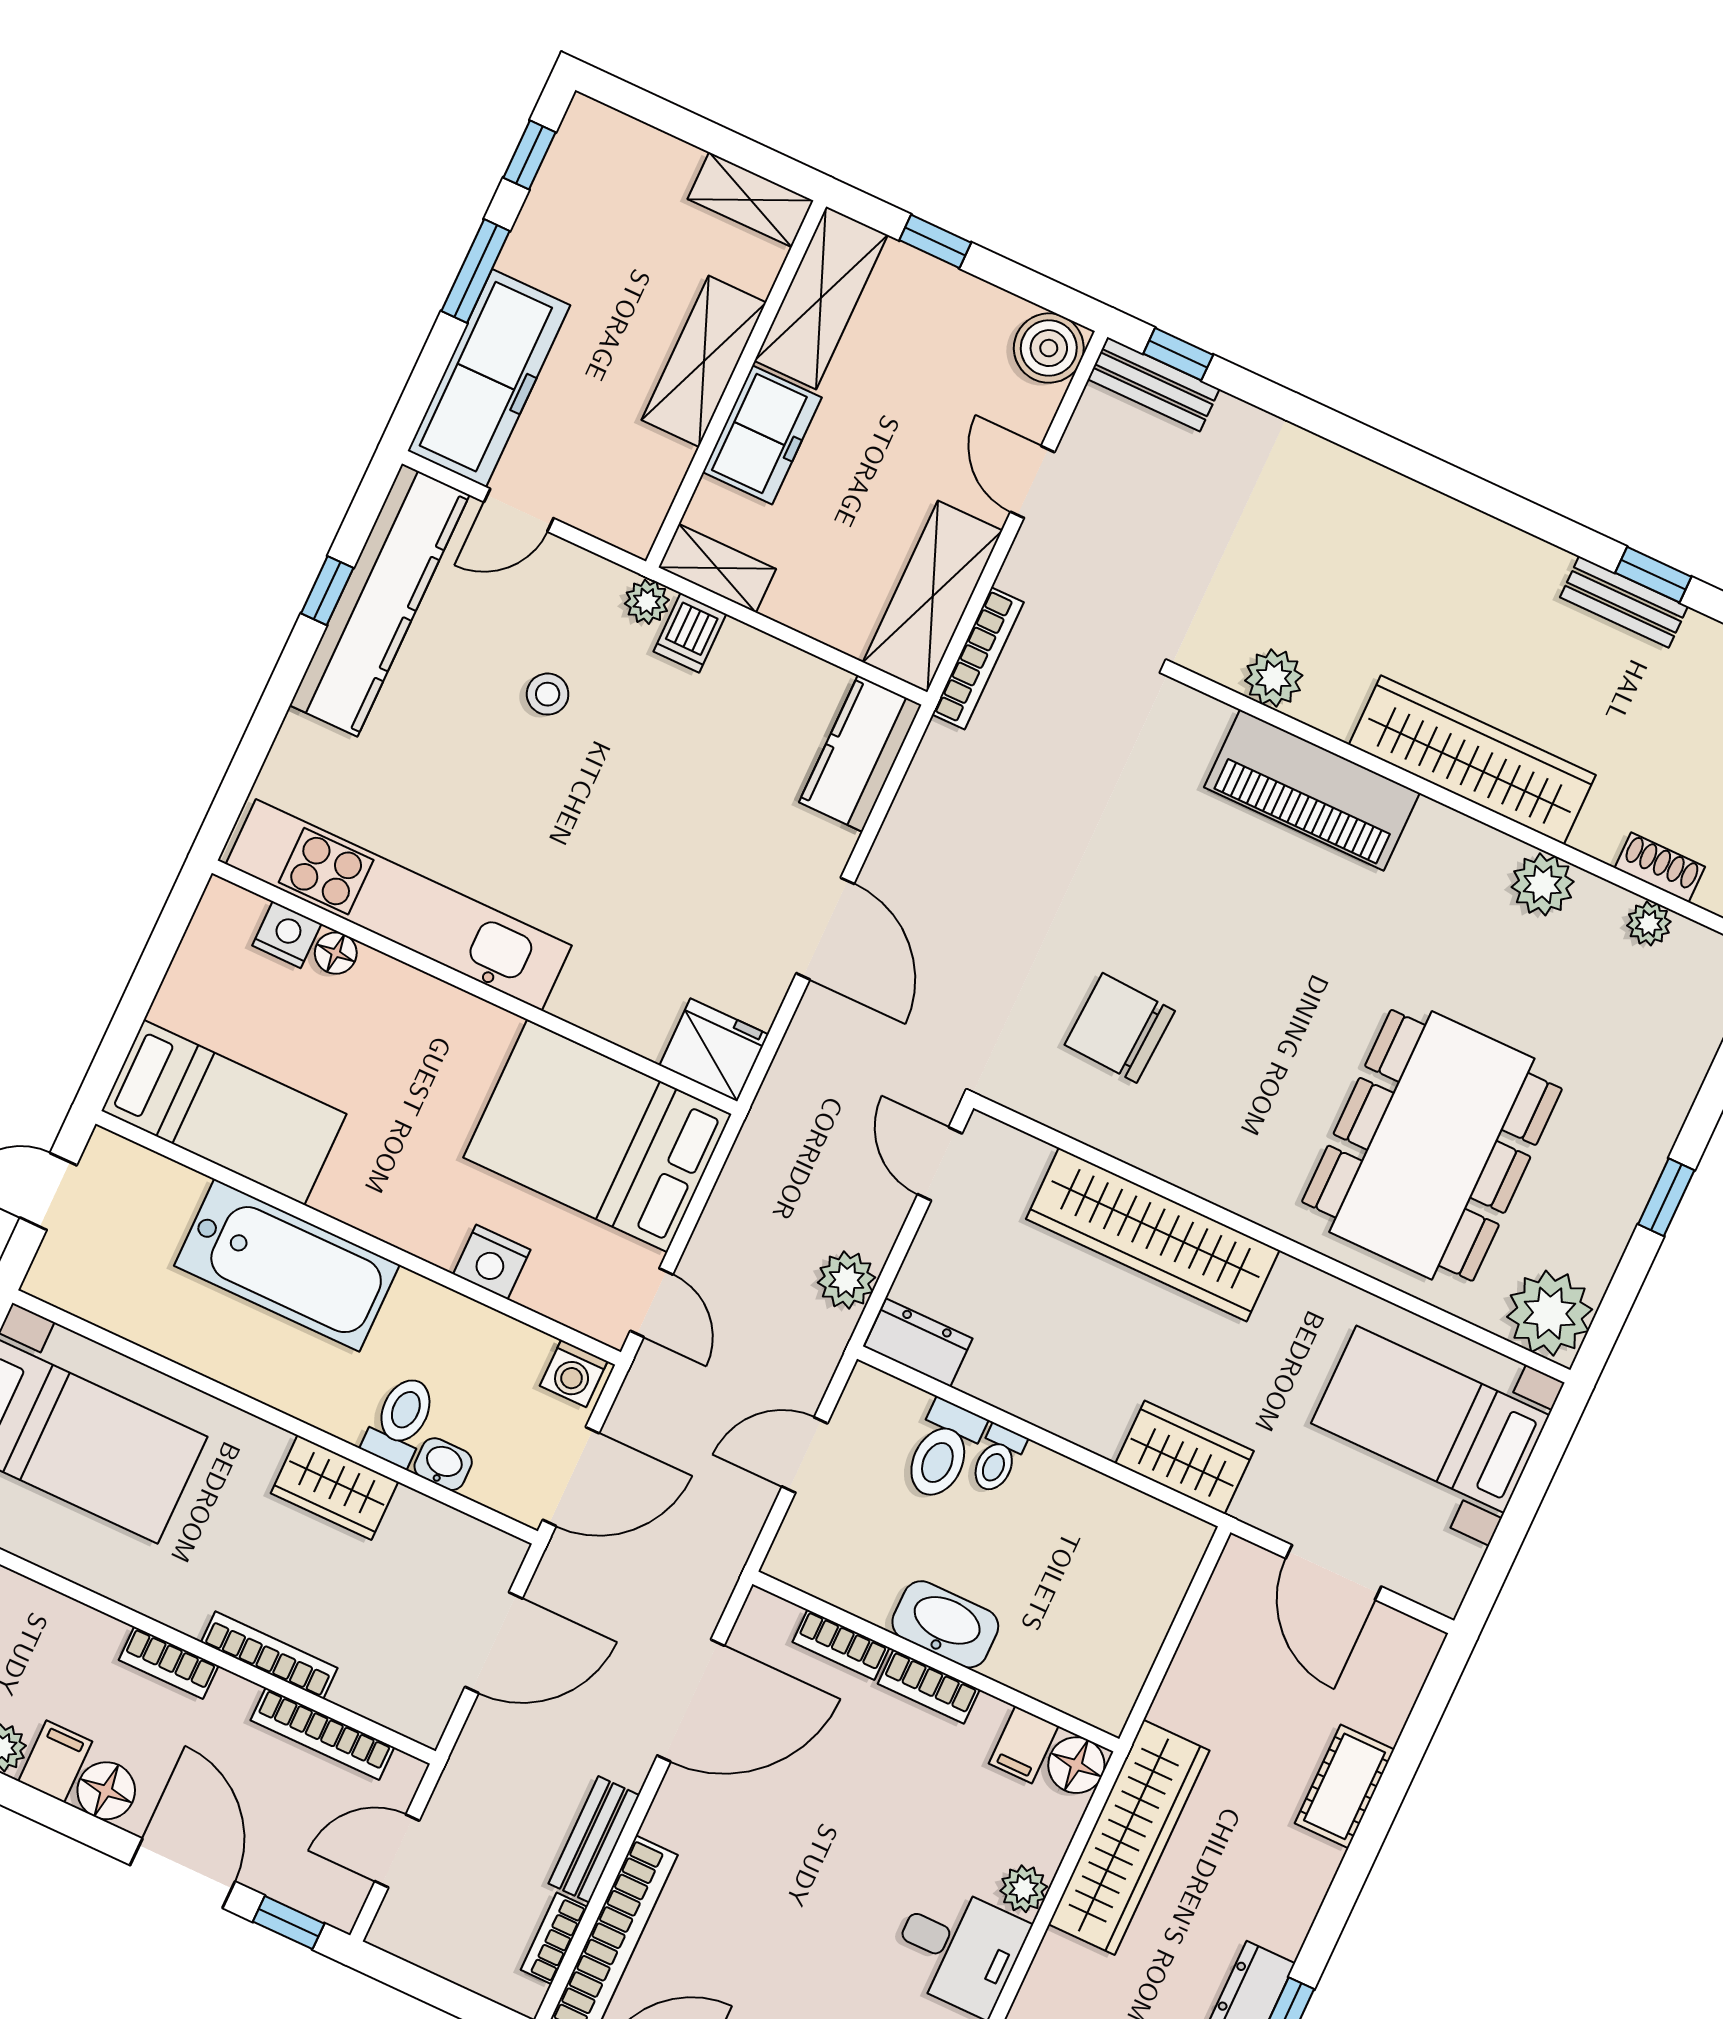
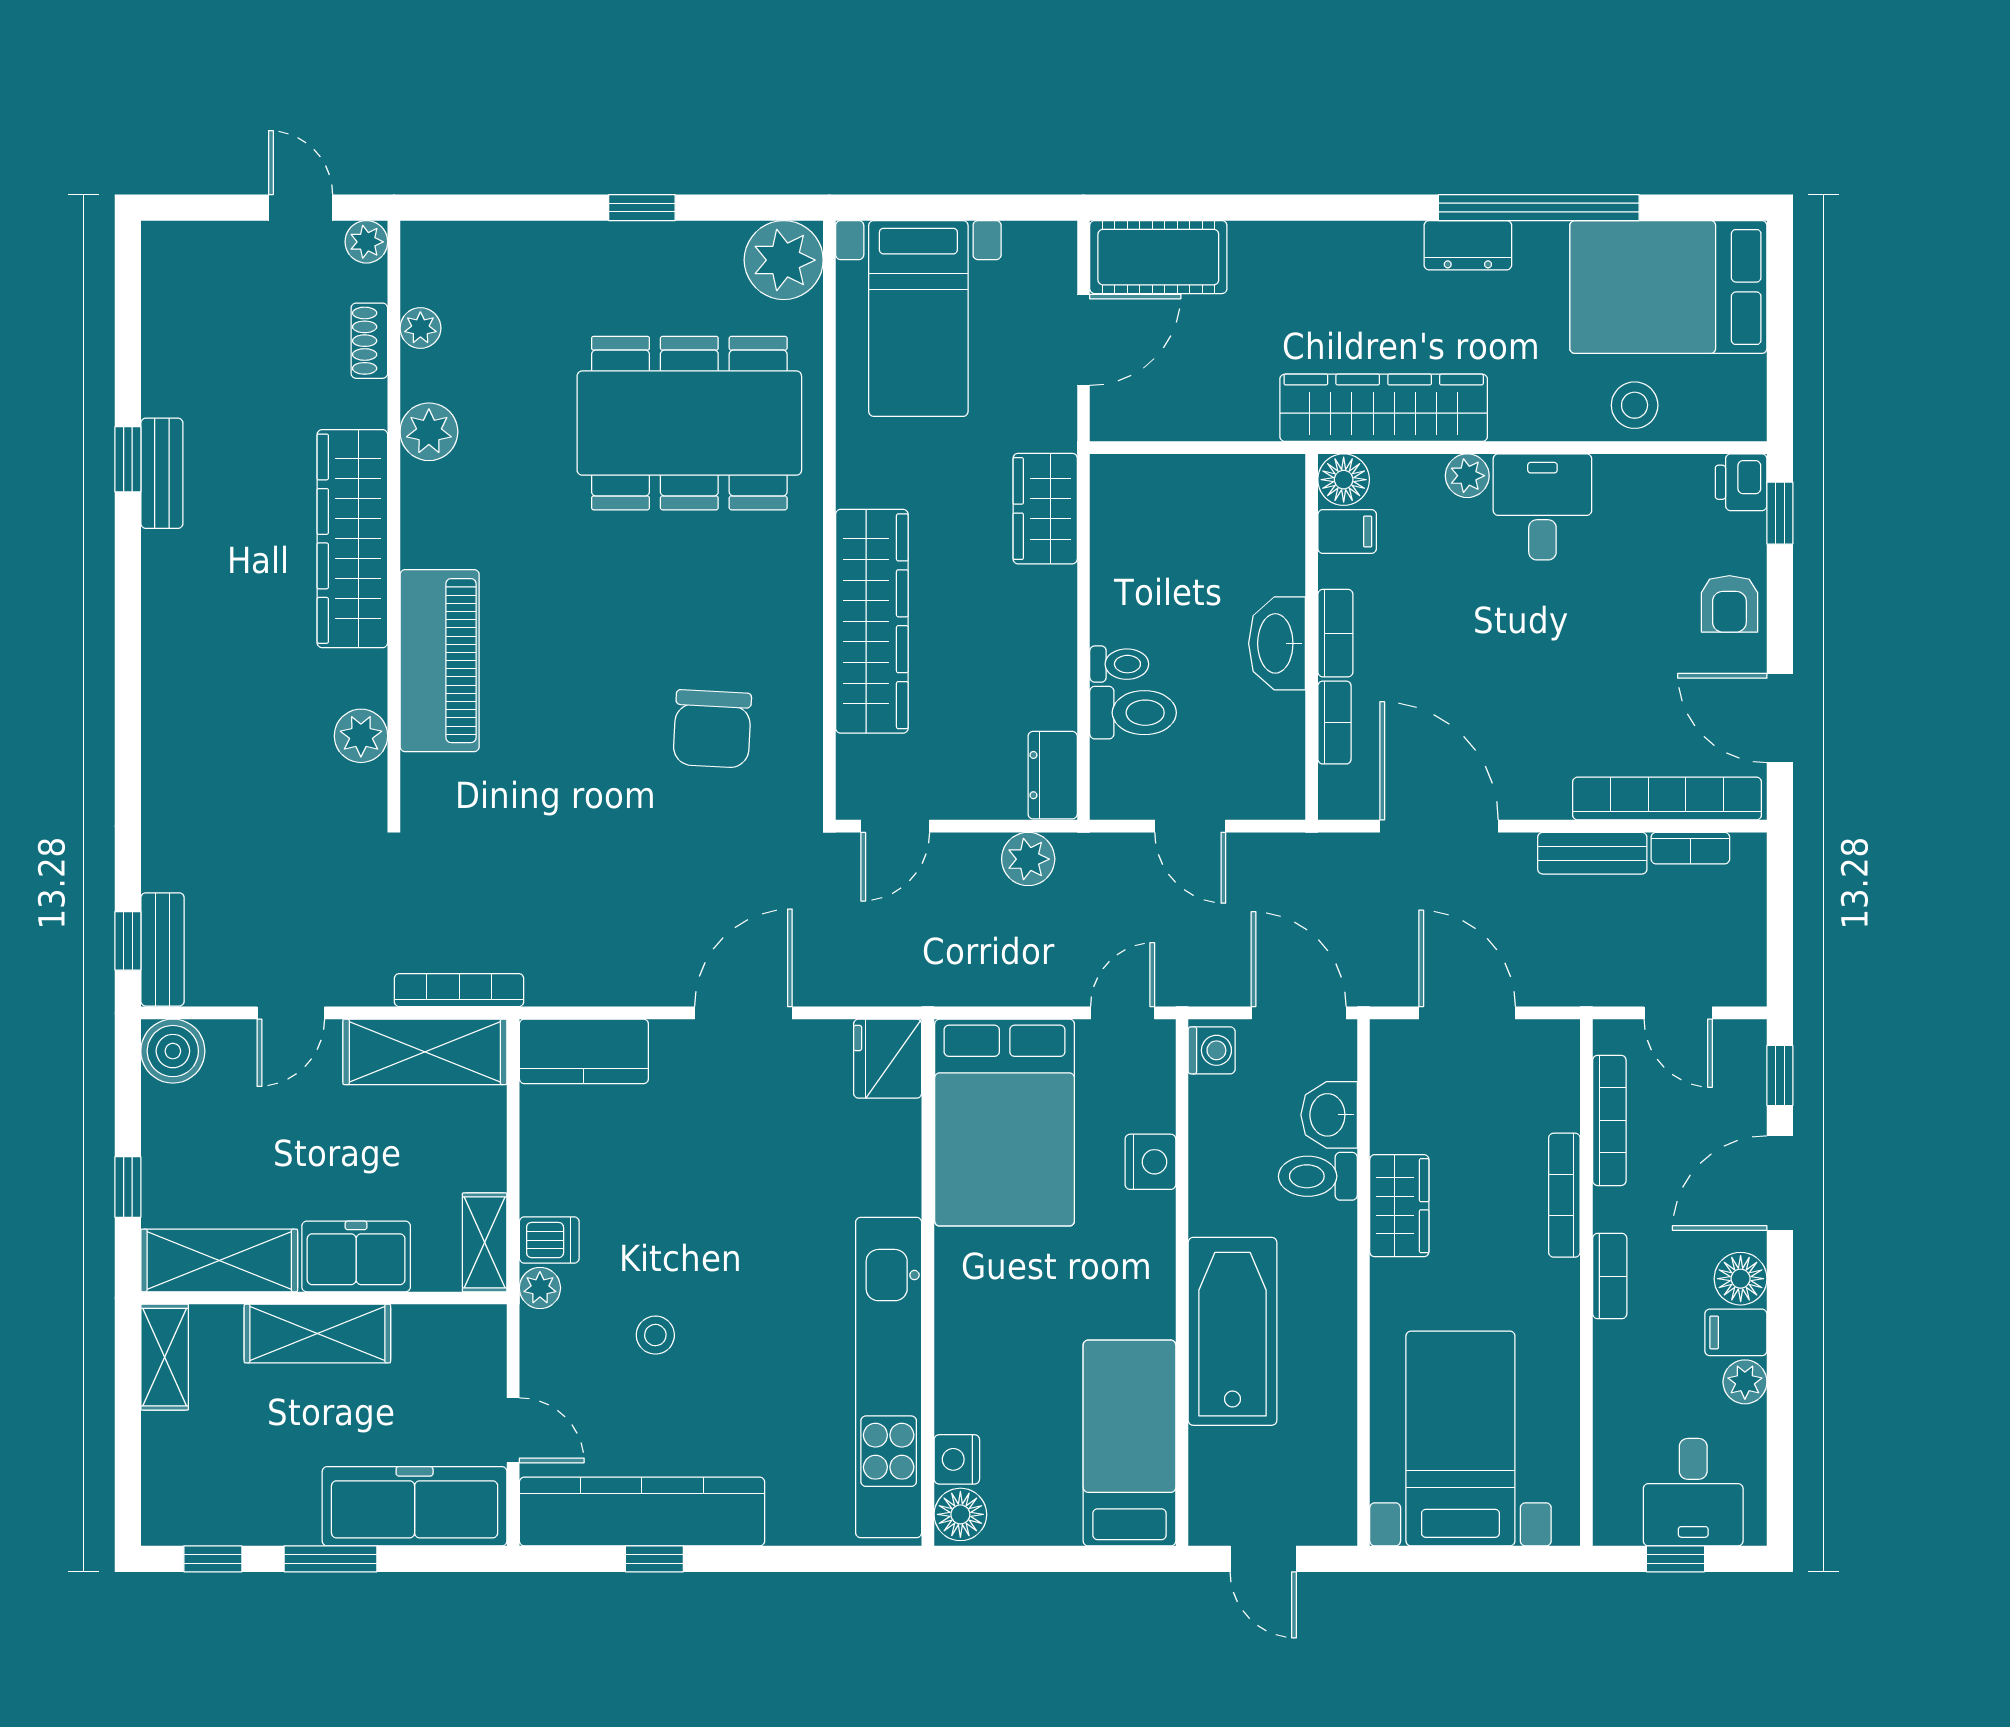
floor lamp: (336, 953) -> (960, 1514), moved, width x1.37, depth x1.37
washbasin: (443, 1464) -> (1329, 1115), width x1.38, depth x1.45
cot: (1345, 1786) -> (1158, 257), moved, width x1.37, depth x1.34

